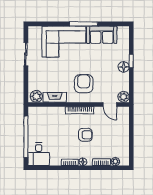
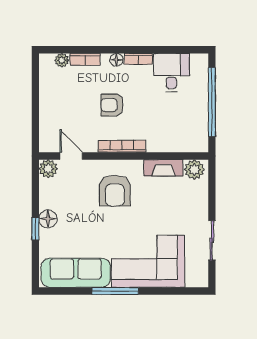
sofa: (102, 35) -> (76, 273), width x1.36
desk: (39, 154) -> (171, 73), moved

